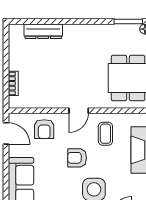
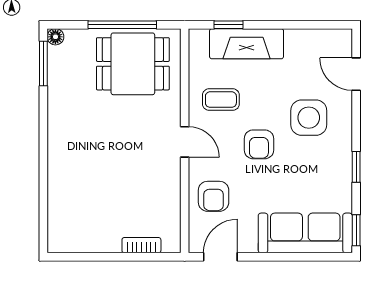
dresser: (43, 31) -> (59, 198), removed
armchair: (44, 129) -> (214, 196), turned 90

